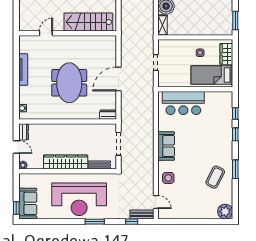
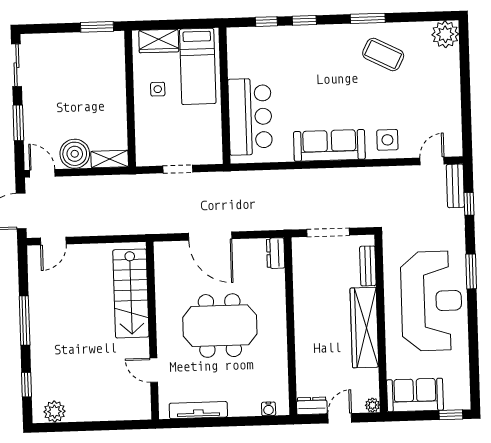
stairs: (88, 22) -> (131, 293), moved
door: (46, 33) -> (154, 370), moved
wall: (68, 33) -> (152, 331), moved
sofa: (166, 146) -> (329, 145), width x1.36
sofa: (28, 203) -> (415, 395), moved

